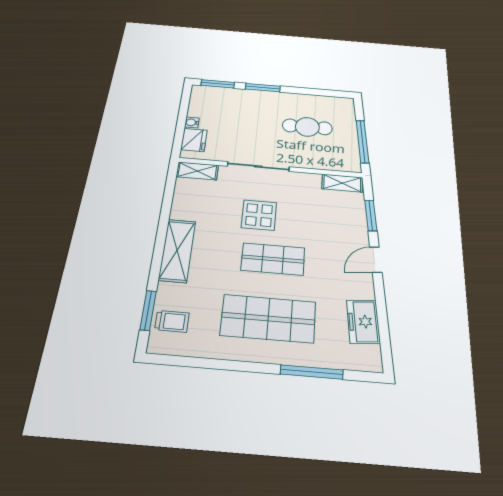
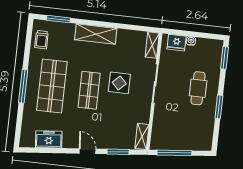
window: (263, 88) -> (219, 107), moved
cafe table: (307, 127) -> (198, 88), moved
trolley: (172, 321) -> (41, 40), moved
window: (312, 372) -> (23, 86), moved

